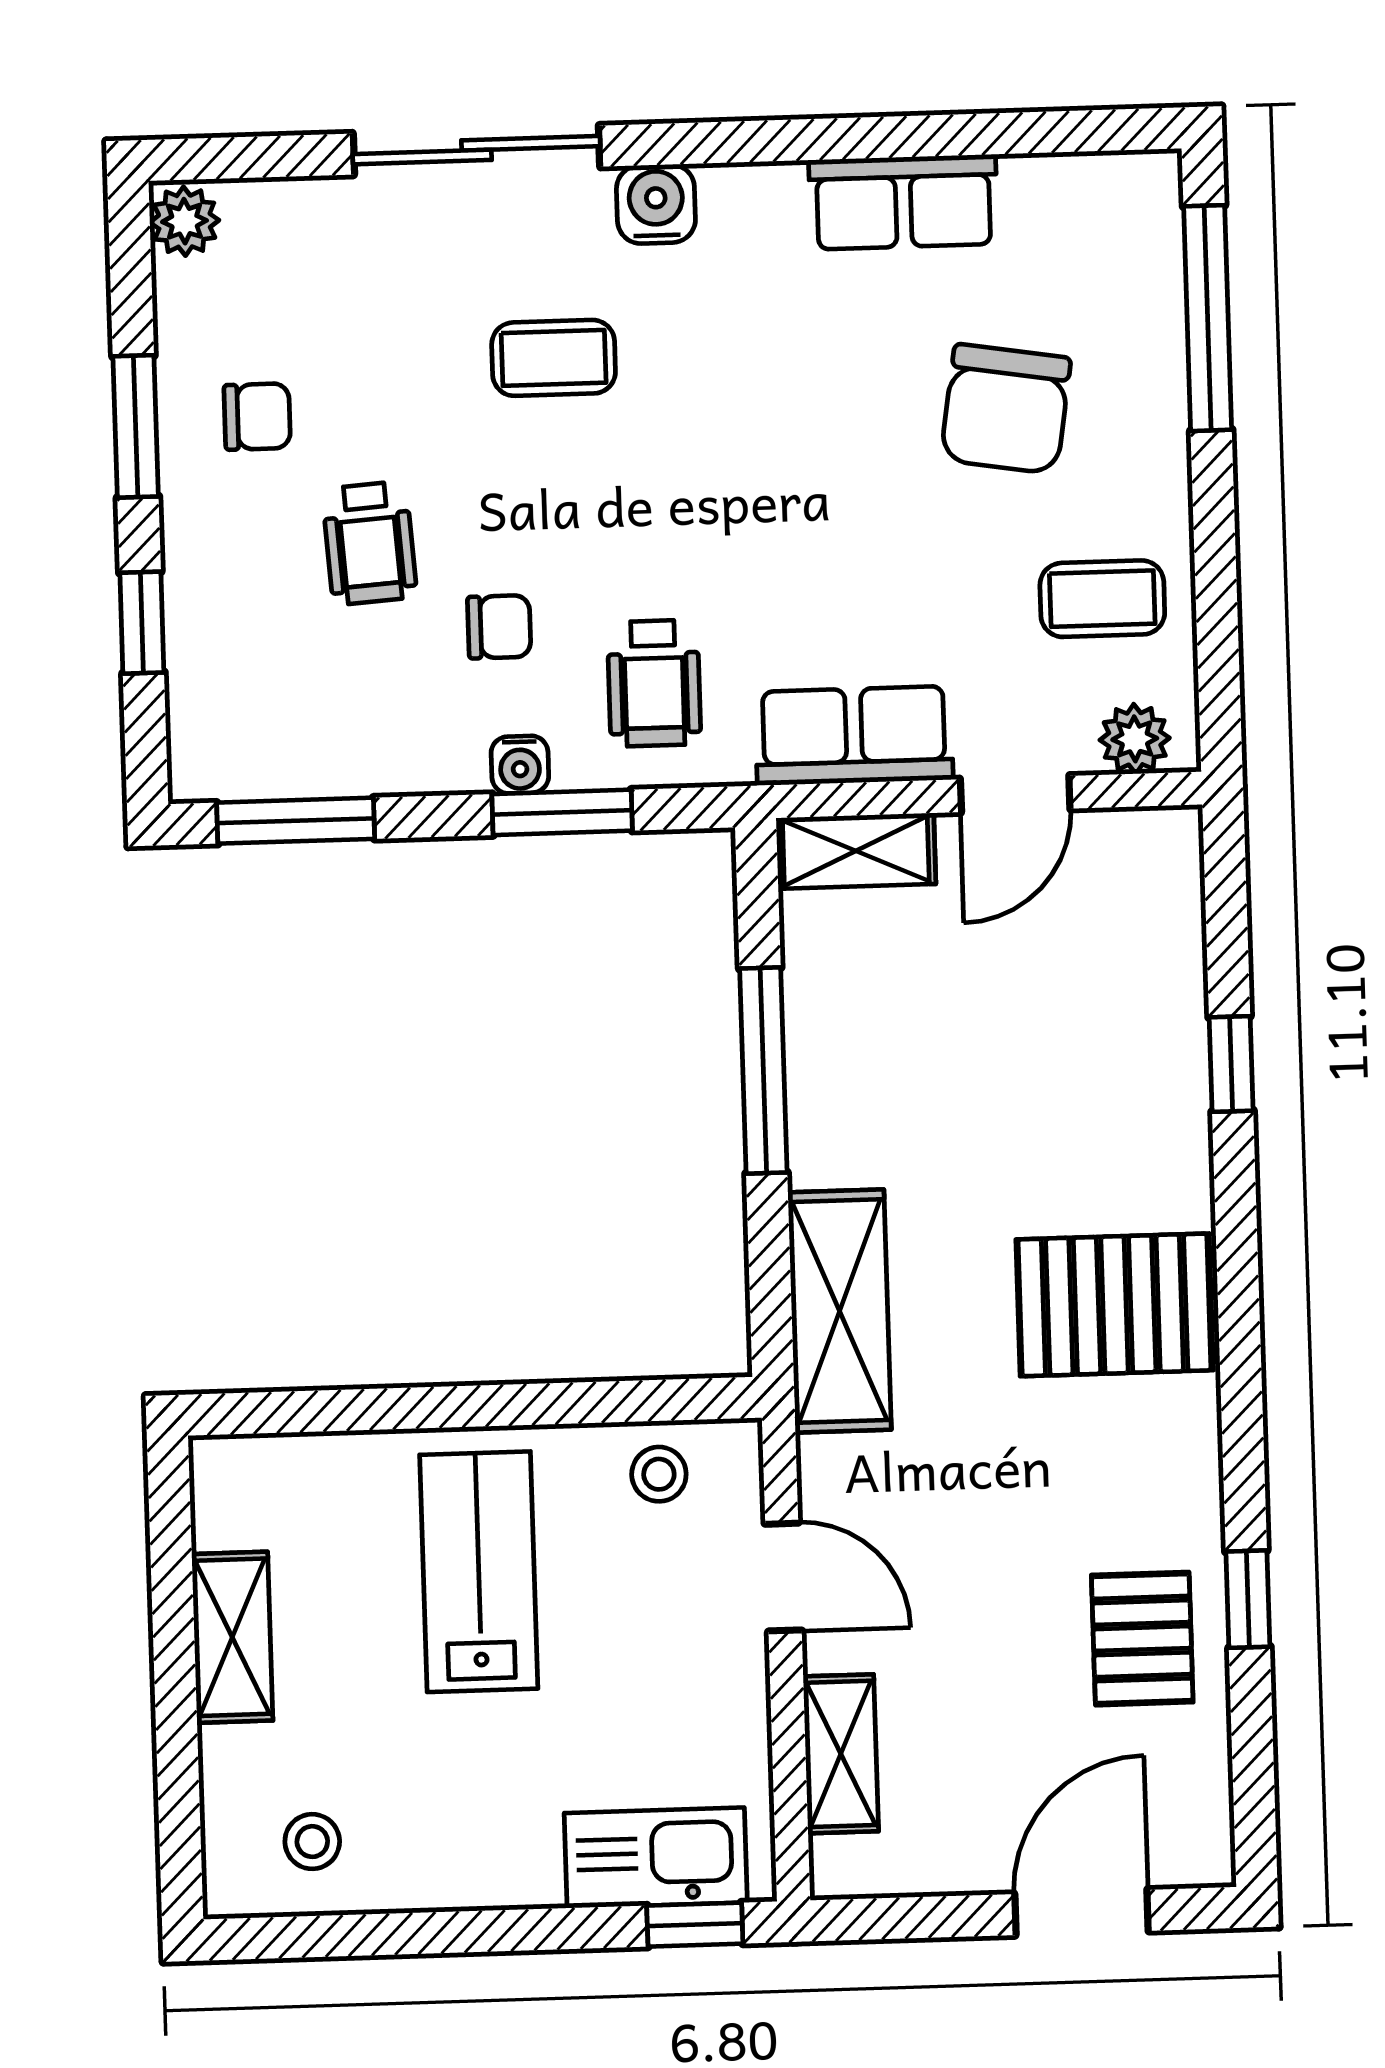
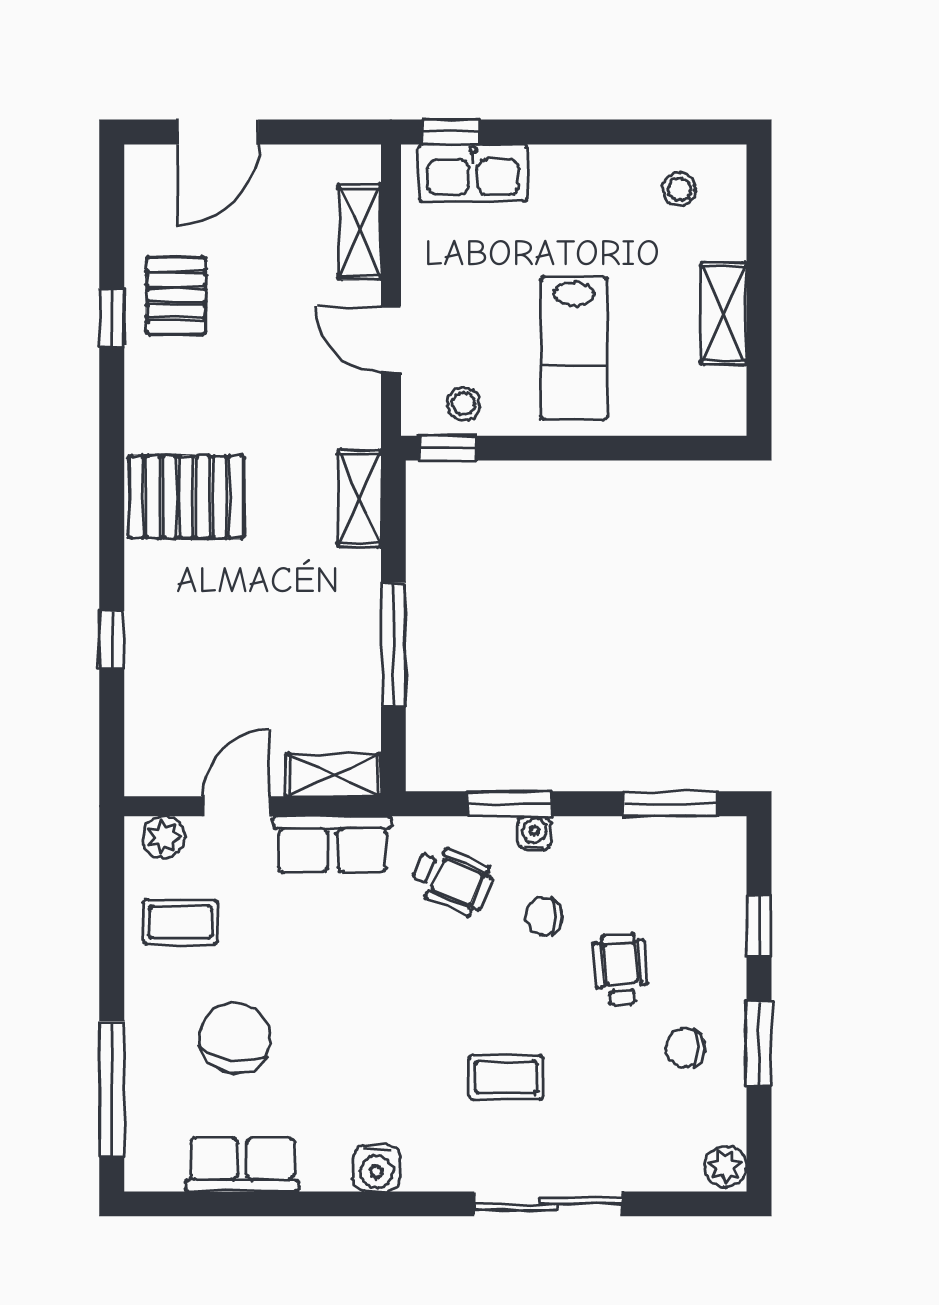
row of seats: (903, 202) -> (242, 1165), moved
water cooler: (656, 204) -> (376, 1168), moved
wheelchair: (654, 683) -> (452, 880), turned 113
shelving: (840, 1311) -> (359, 498), width x0.67, depth x0.75
window: (683, 1400) -> (448, 448), added

